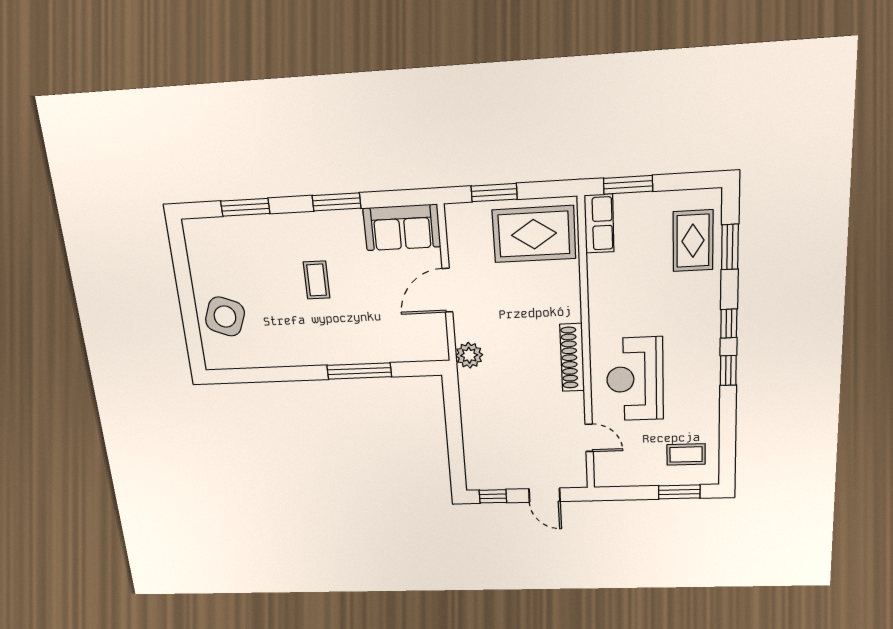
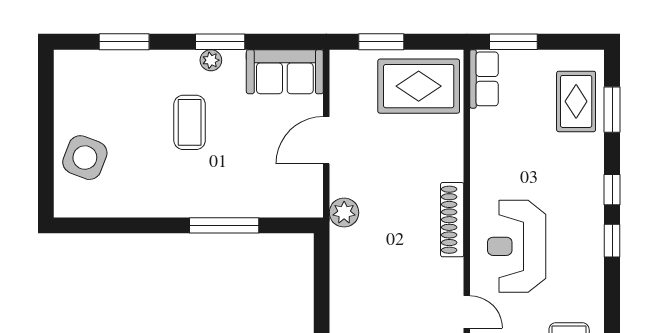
plant: (330, 220) -> (211, 60), added
coffee table: (317, 280) -> (190, 122), width x1.36, depth x1.30

